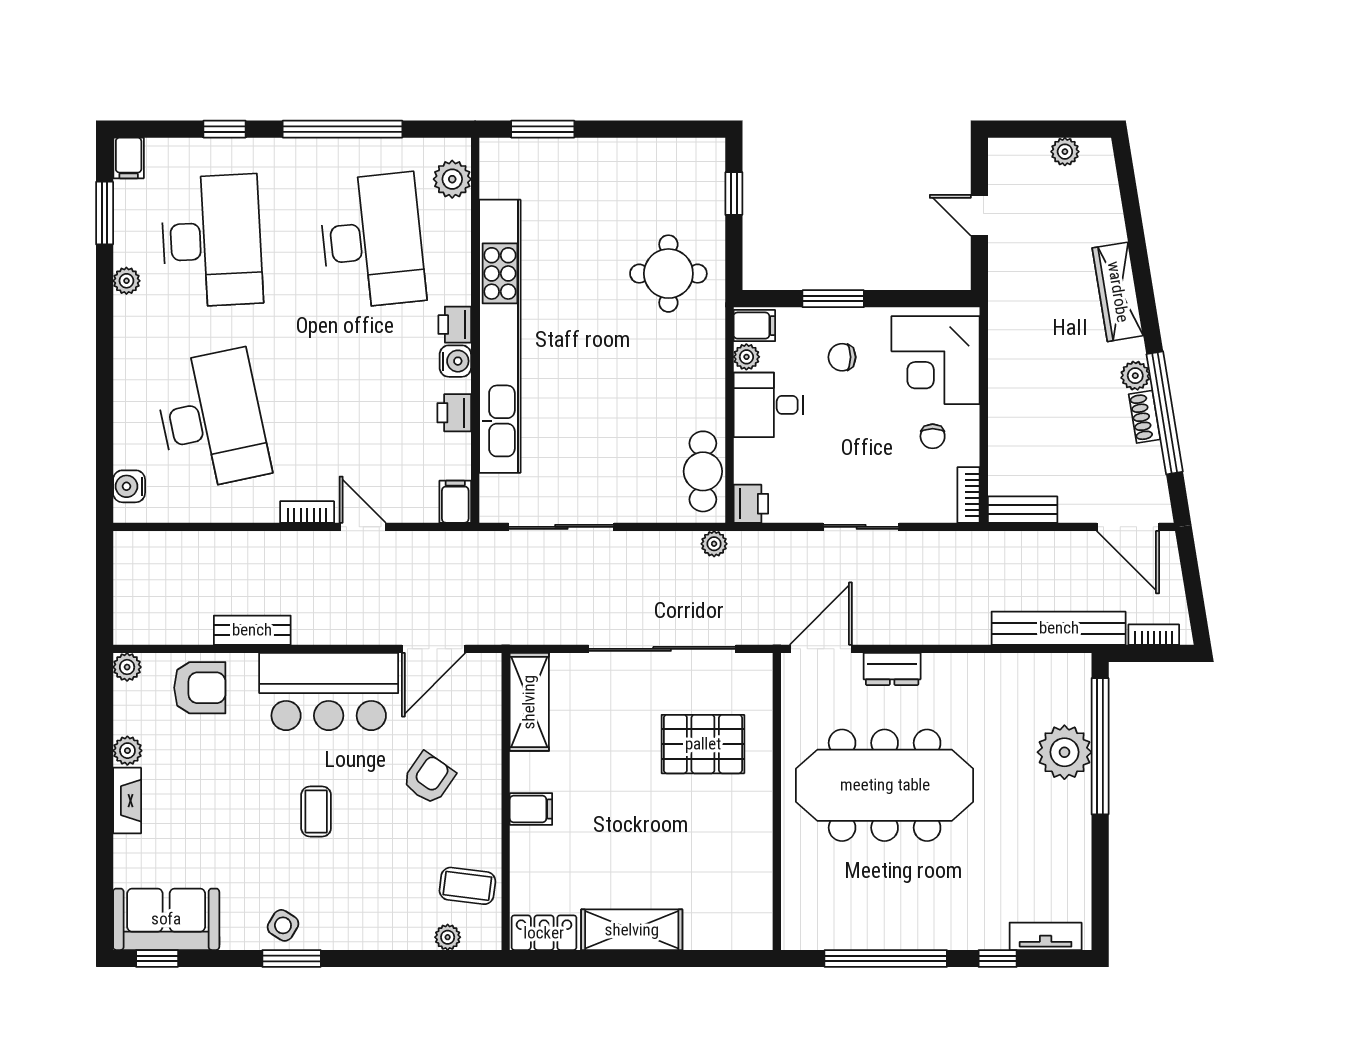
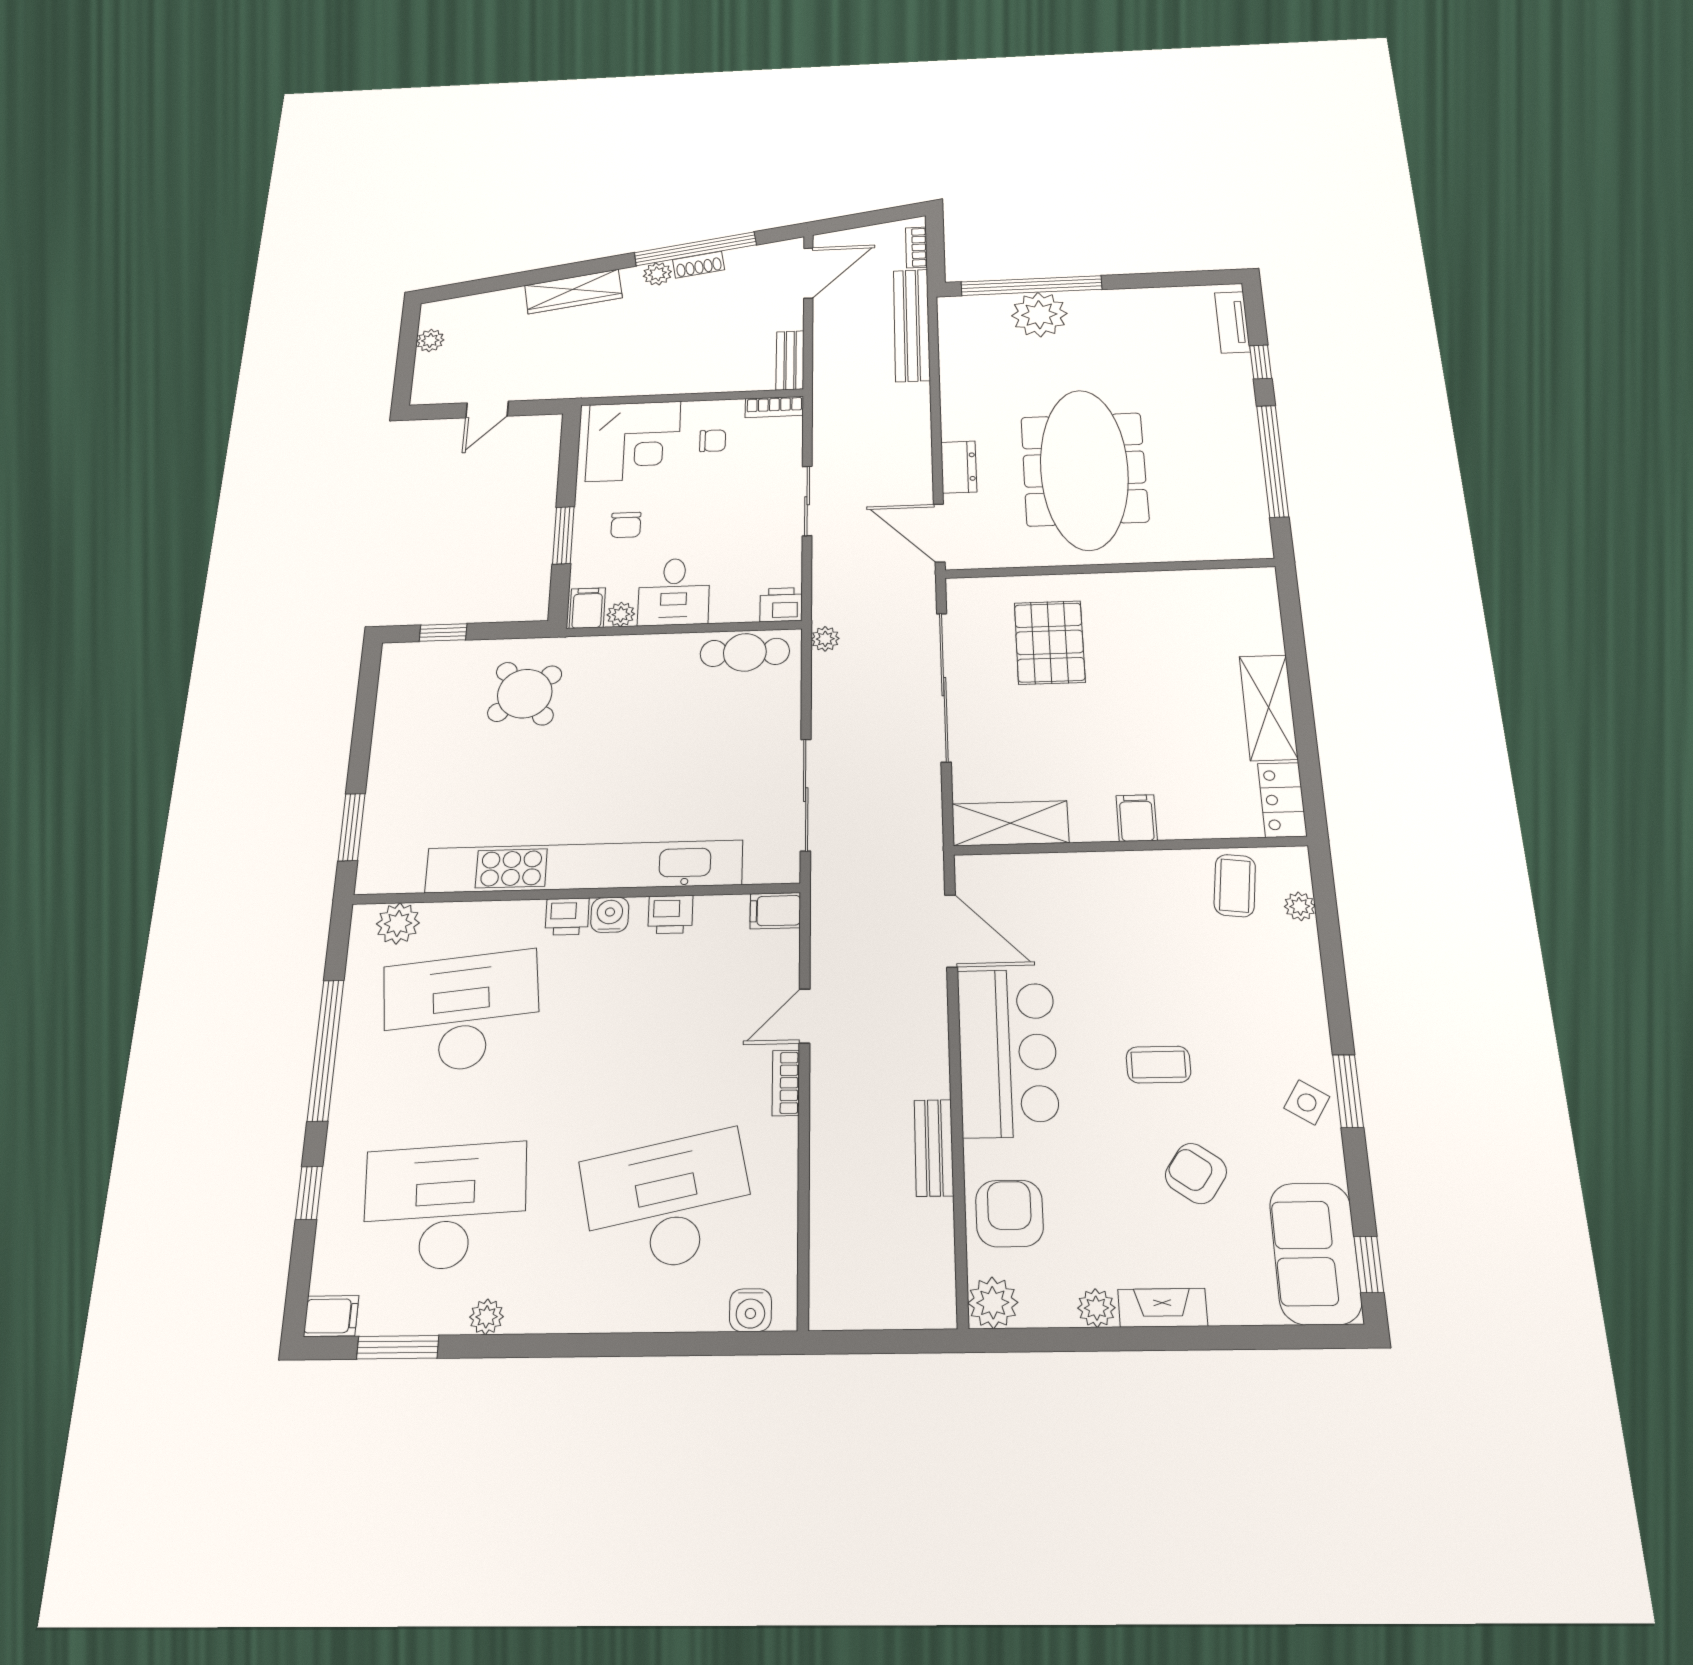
round table: (668, 274) -> (525, 694), turned -38
plant: (127, 667) -> (993, 1303), width x1.38, depth x1.38
armchair: (429, 778) -> (1196, 1173), moved

